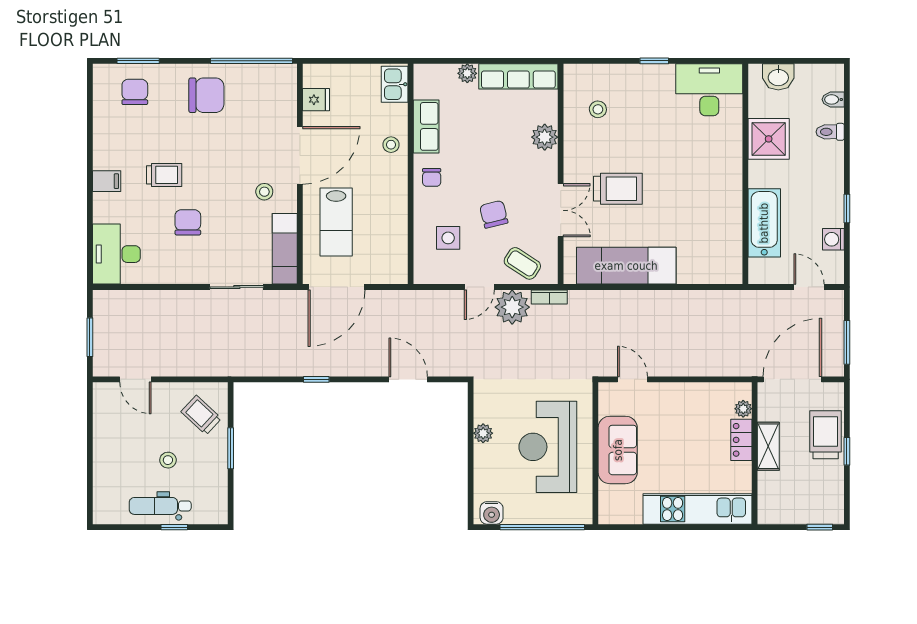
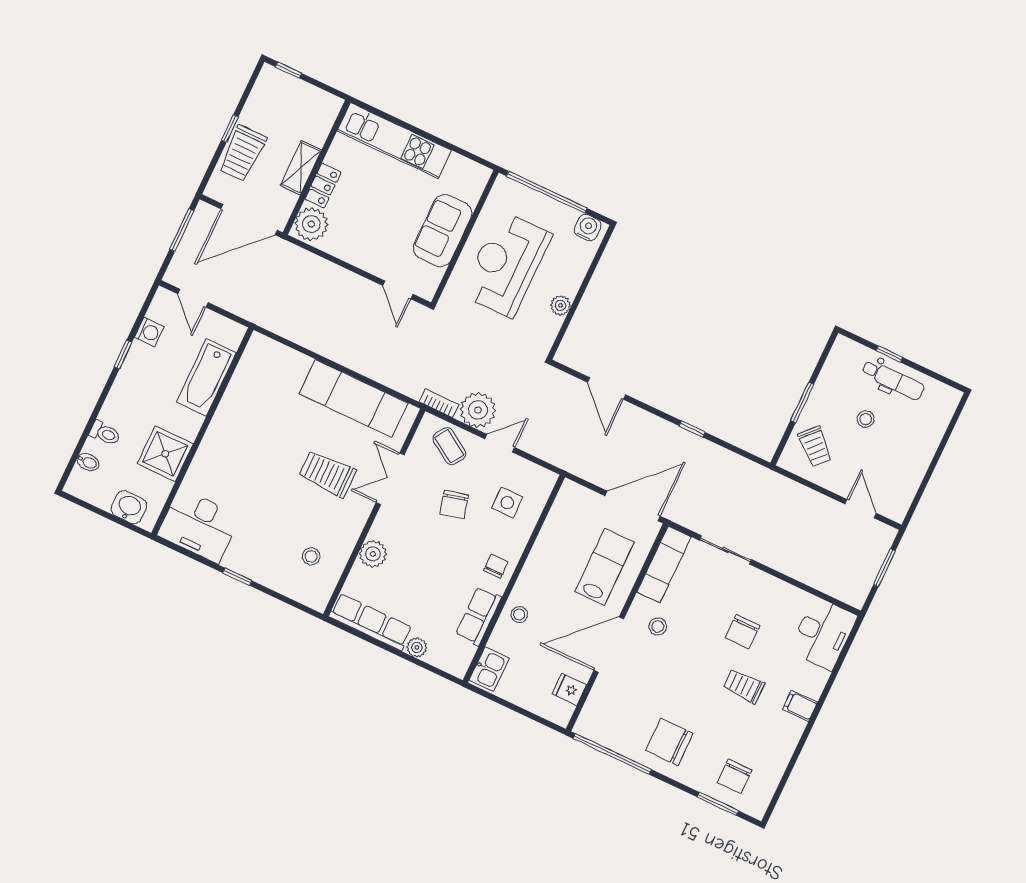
plant: (743, 409) -> (311, 224), width x1.87, depth x1.87
reception desk: (548, 447) -> (506, 264), turned 180

